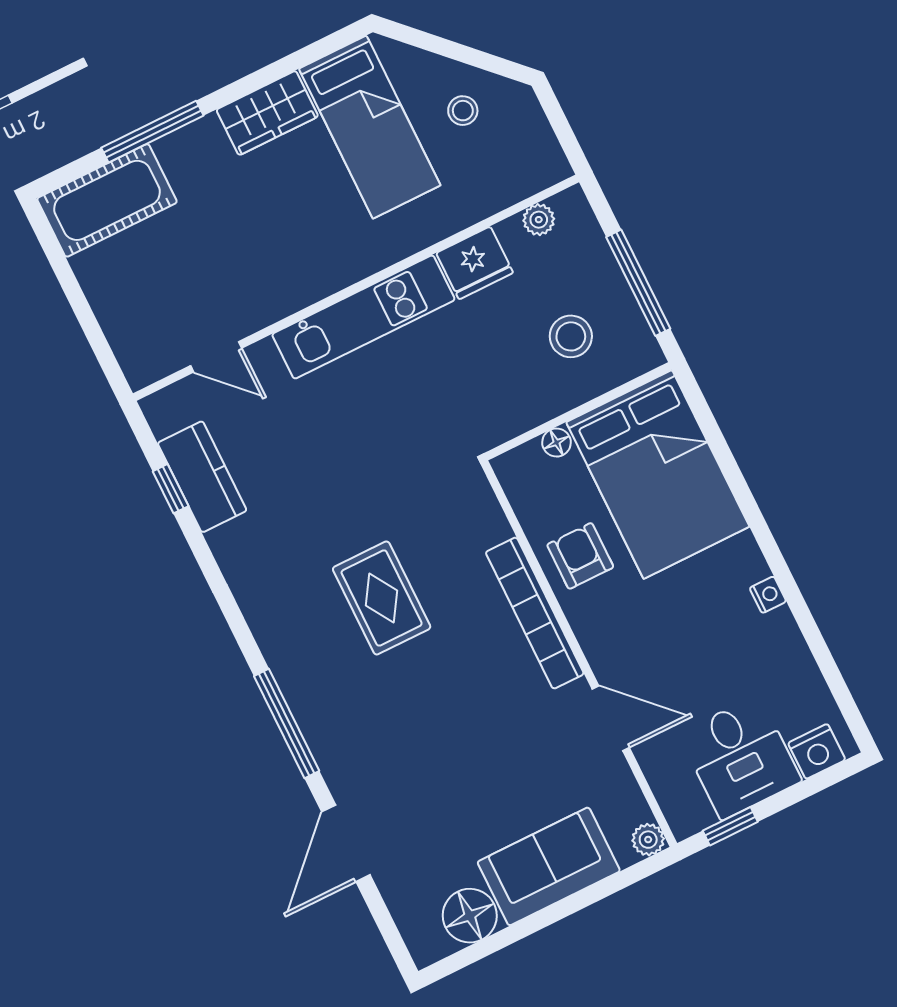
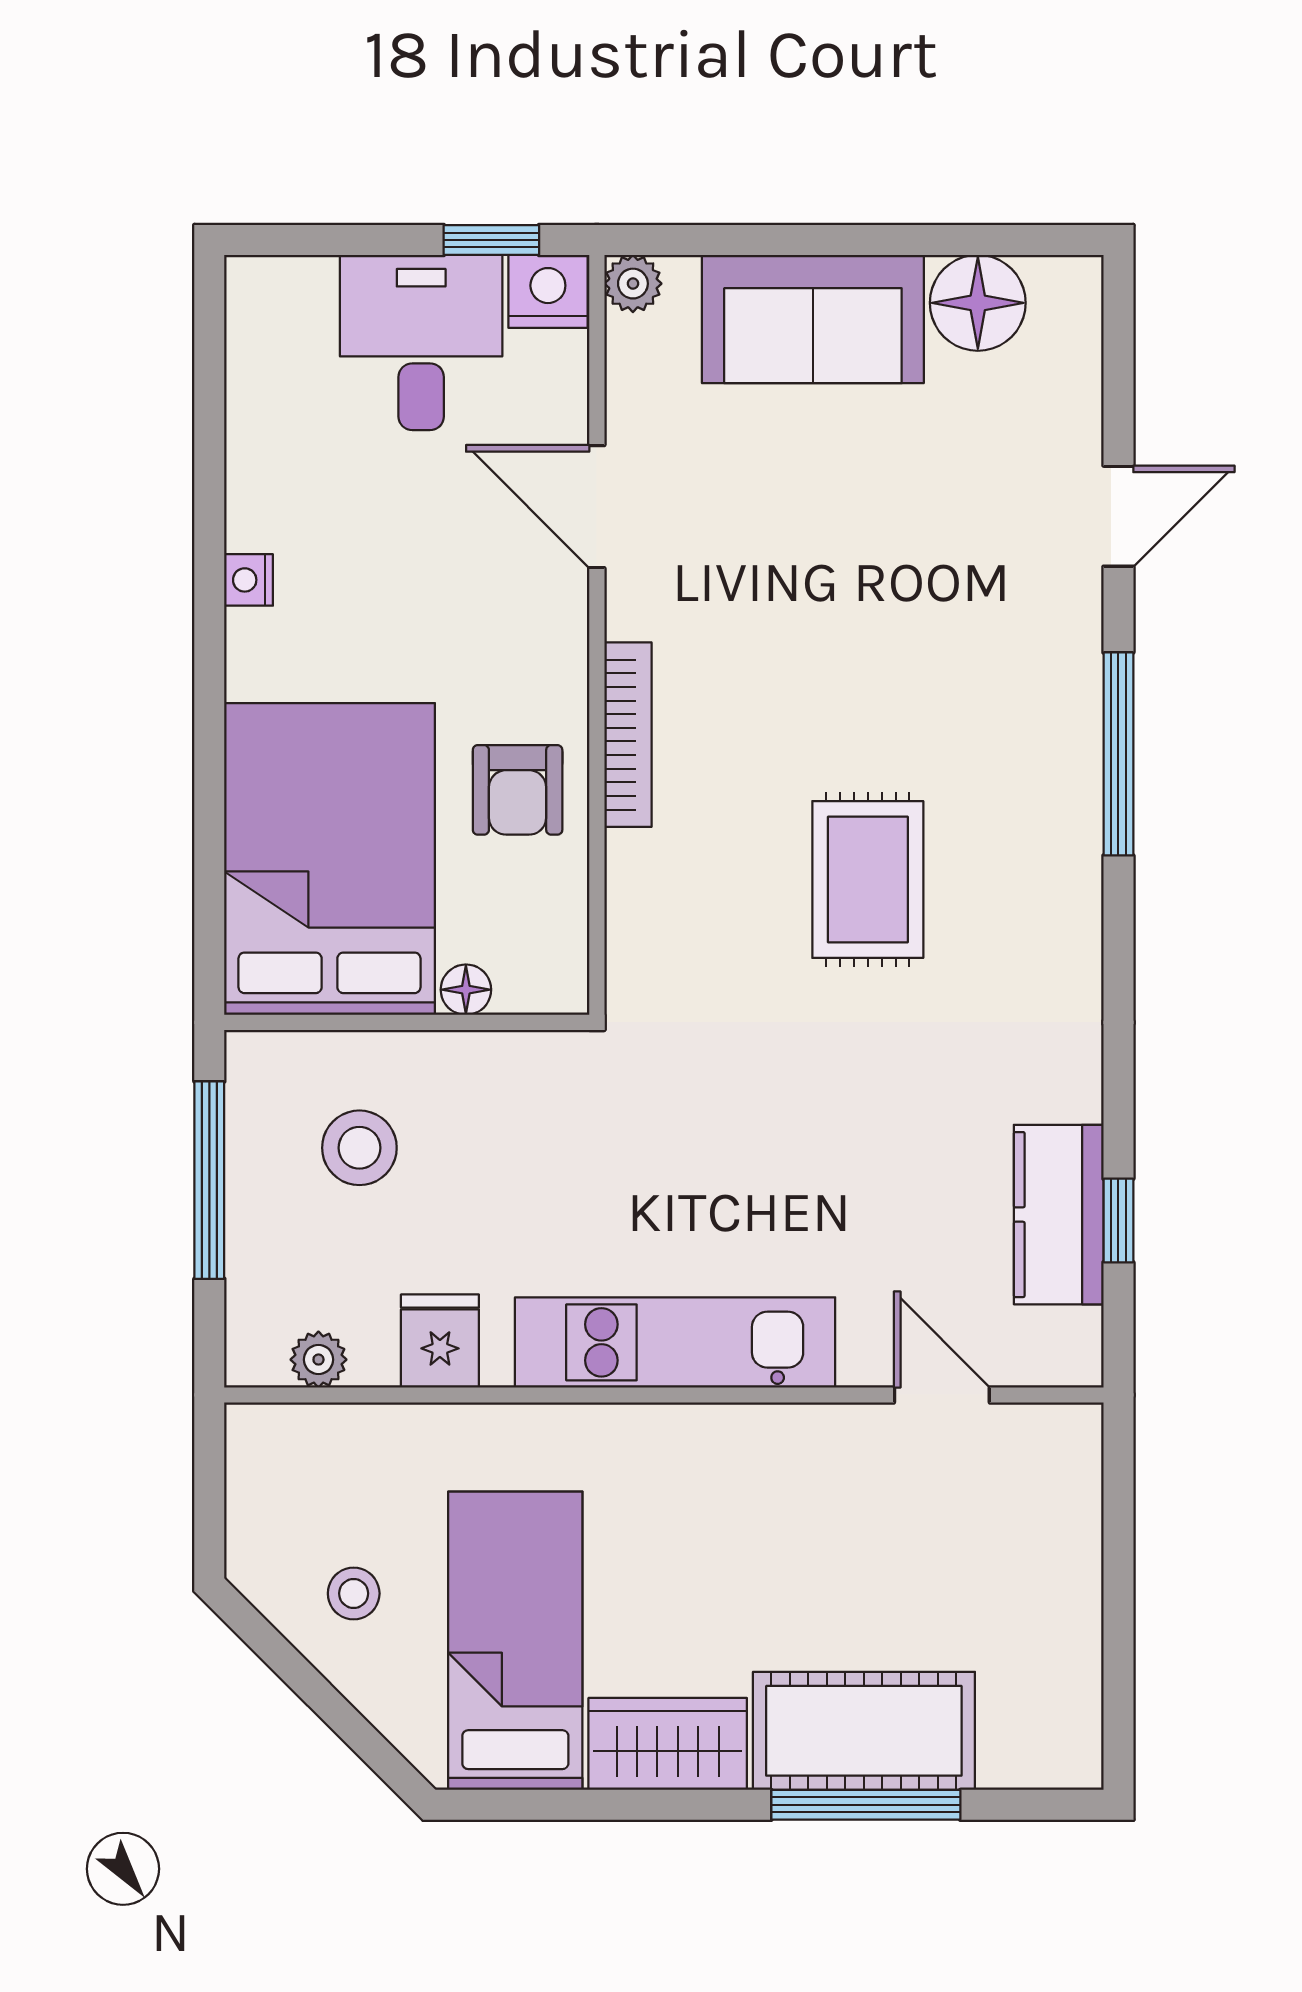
cot: (107, 200) -> (864, 1731), moved
fridge: (475, 263) -> (440, 1341), width x0.72
bookcase: (535, 613) -> (628, 735), width x0.68, depth x0.76
nightstand: (817, 751) -> (548, 291), moved
door: (346, 843) -> (1118, 516), width x0.73

